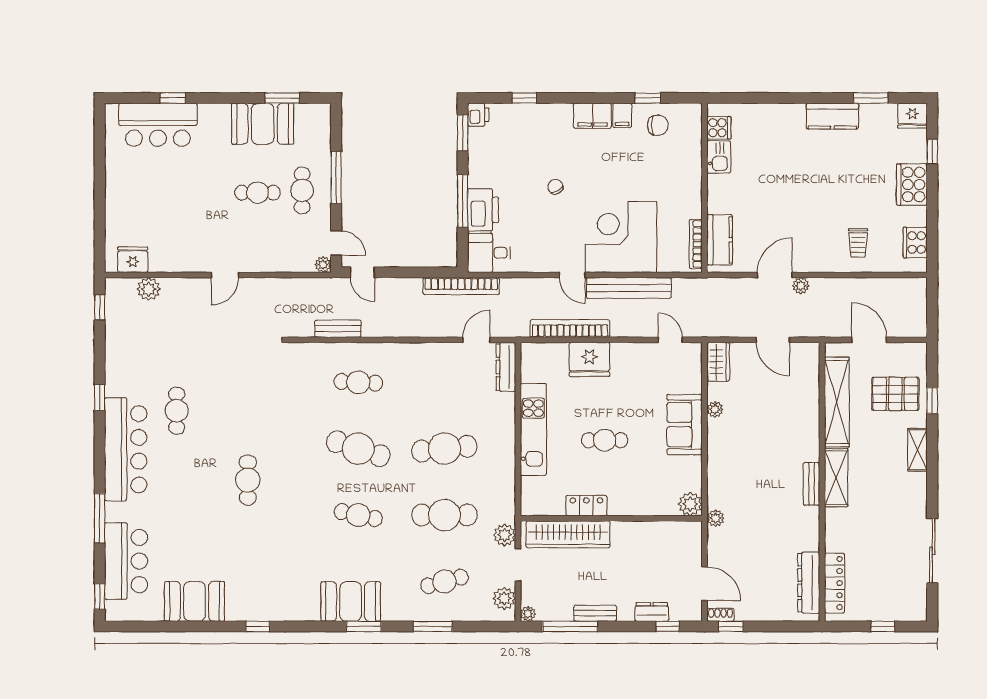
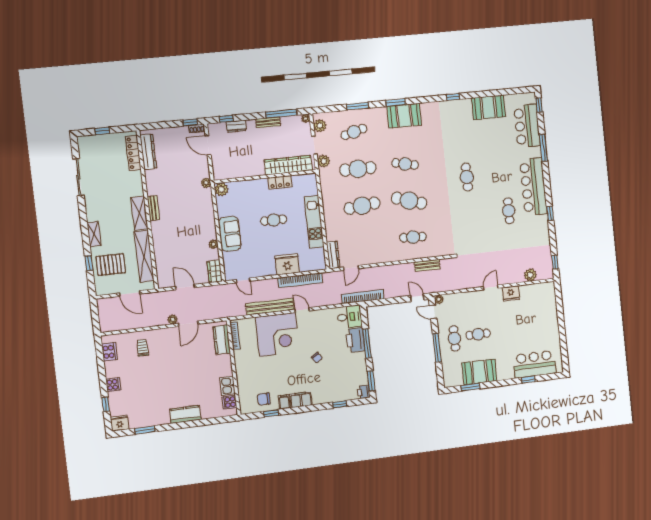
kitchen counter: (832, 116) -> (185, 414), moved
cooker: (912, 185) -> (113, 385), width x0.53, depth x0.76
fridge: (133, 260) -> (511, 293), moved

